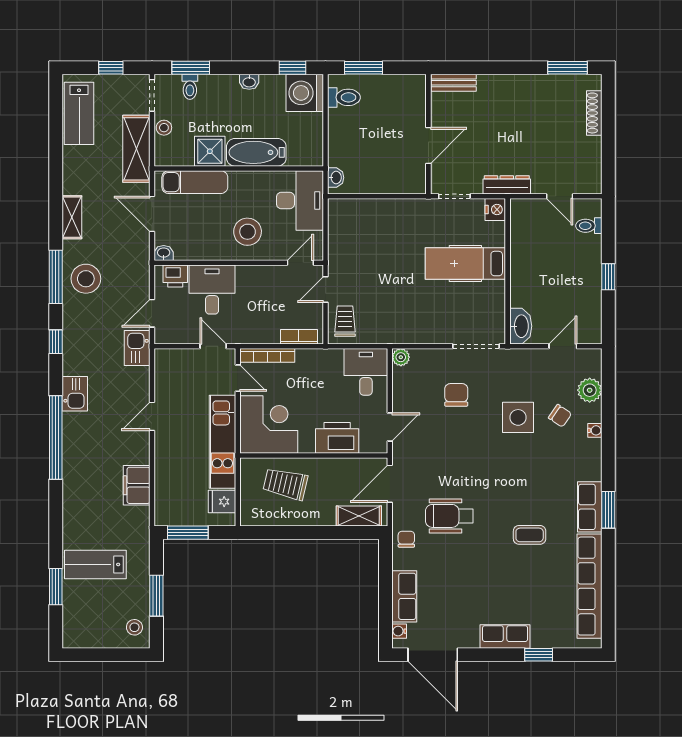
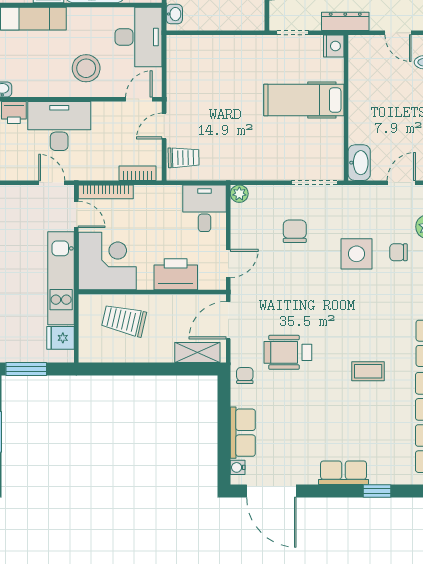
desk: (212, 290) -> (59, 126), width x1.37
trolley: (345, 321) -> (184, 158), turned 89
chair: (560, 416) -> (398, 252), turned 146

